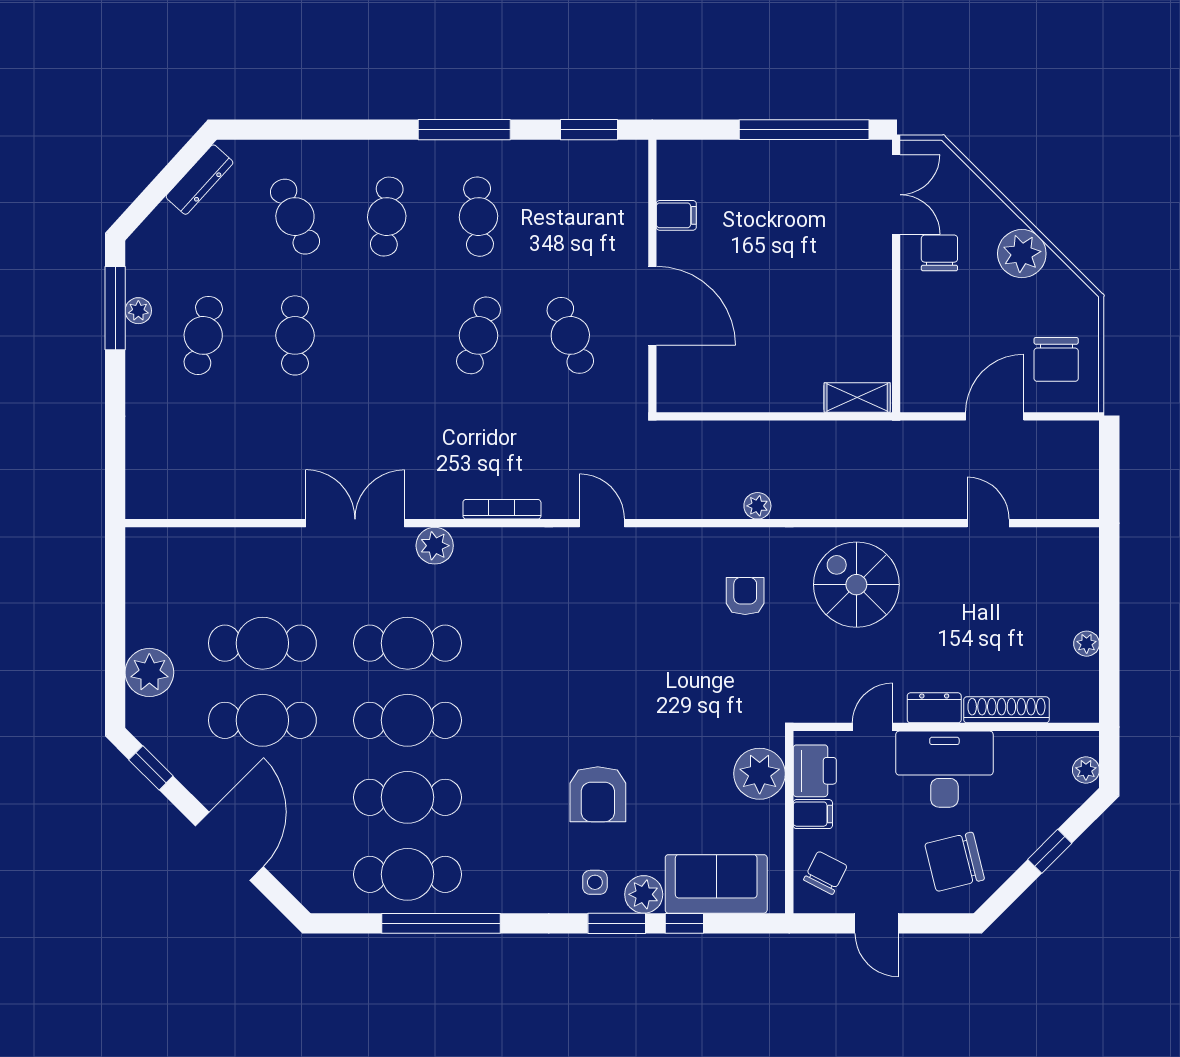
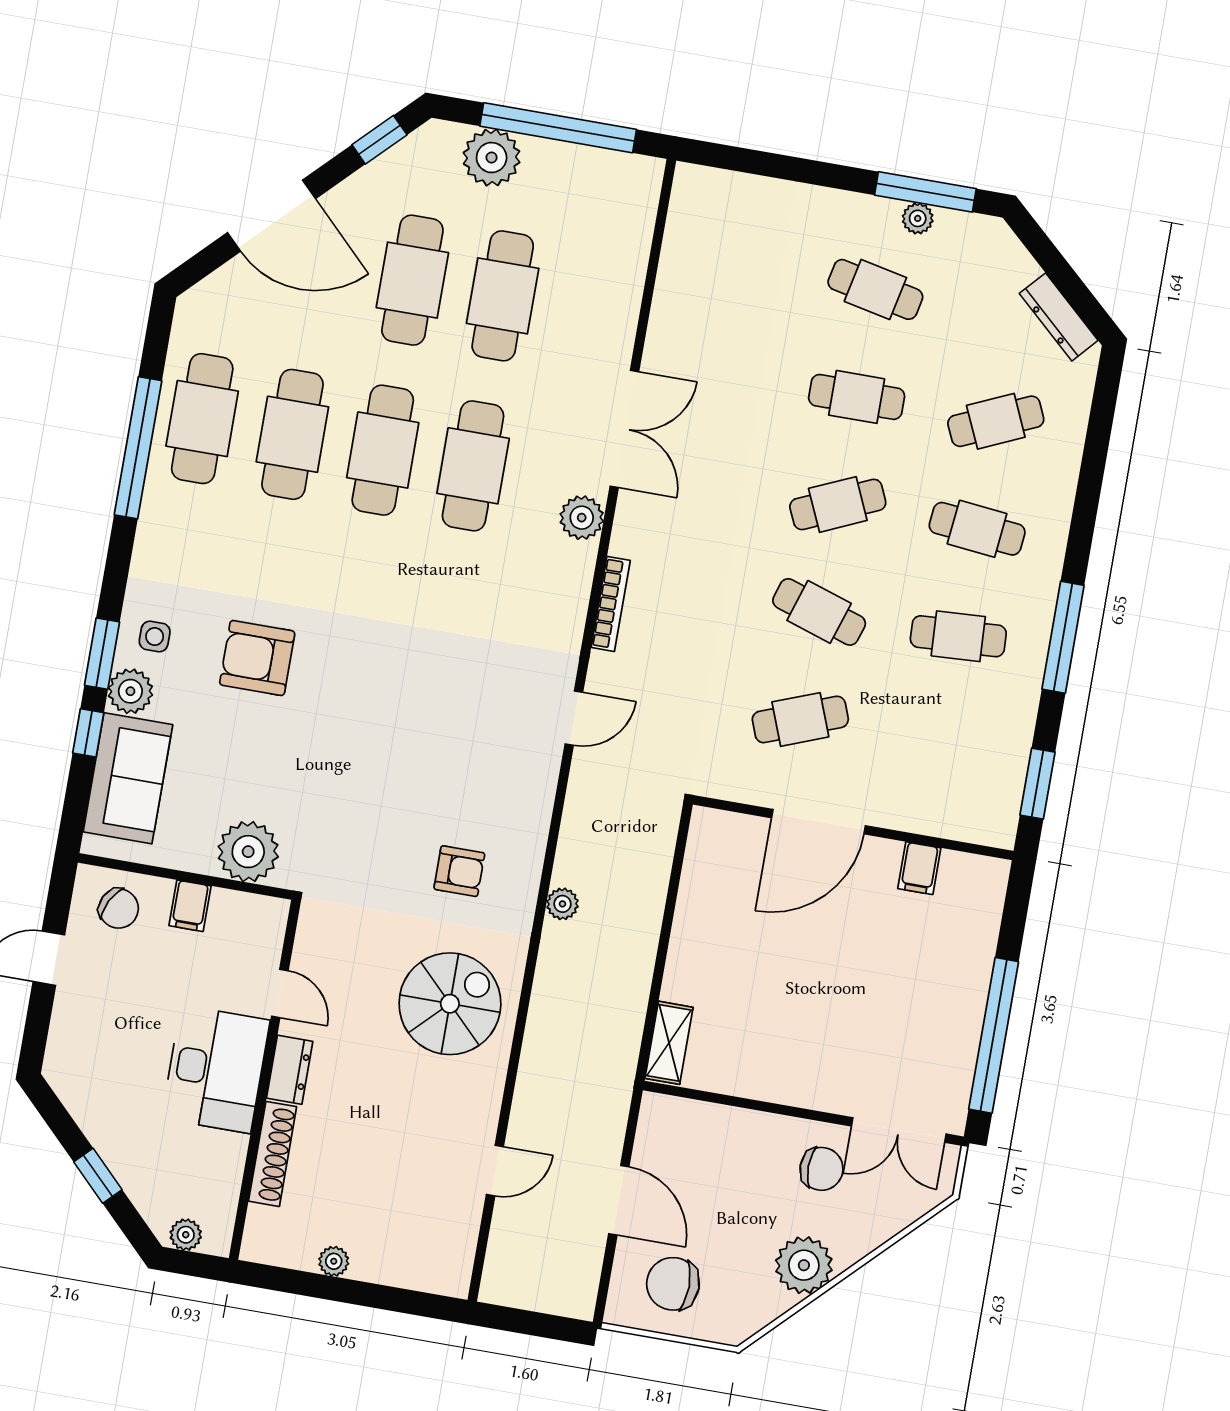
cafe table: (387, 335) -> (838, 504), added
window: (115, 622) -> (558, 128), added
printer: (815, 771) -> (240, 917), removed
chair: (955, 862) -> (105, 1062), removed

